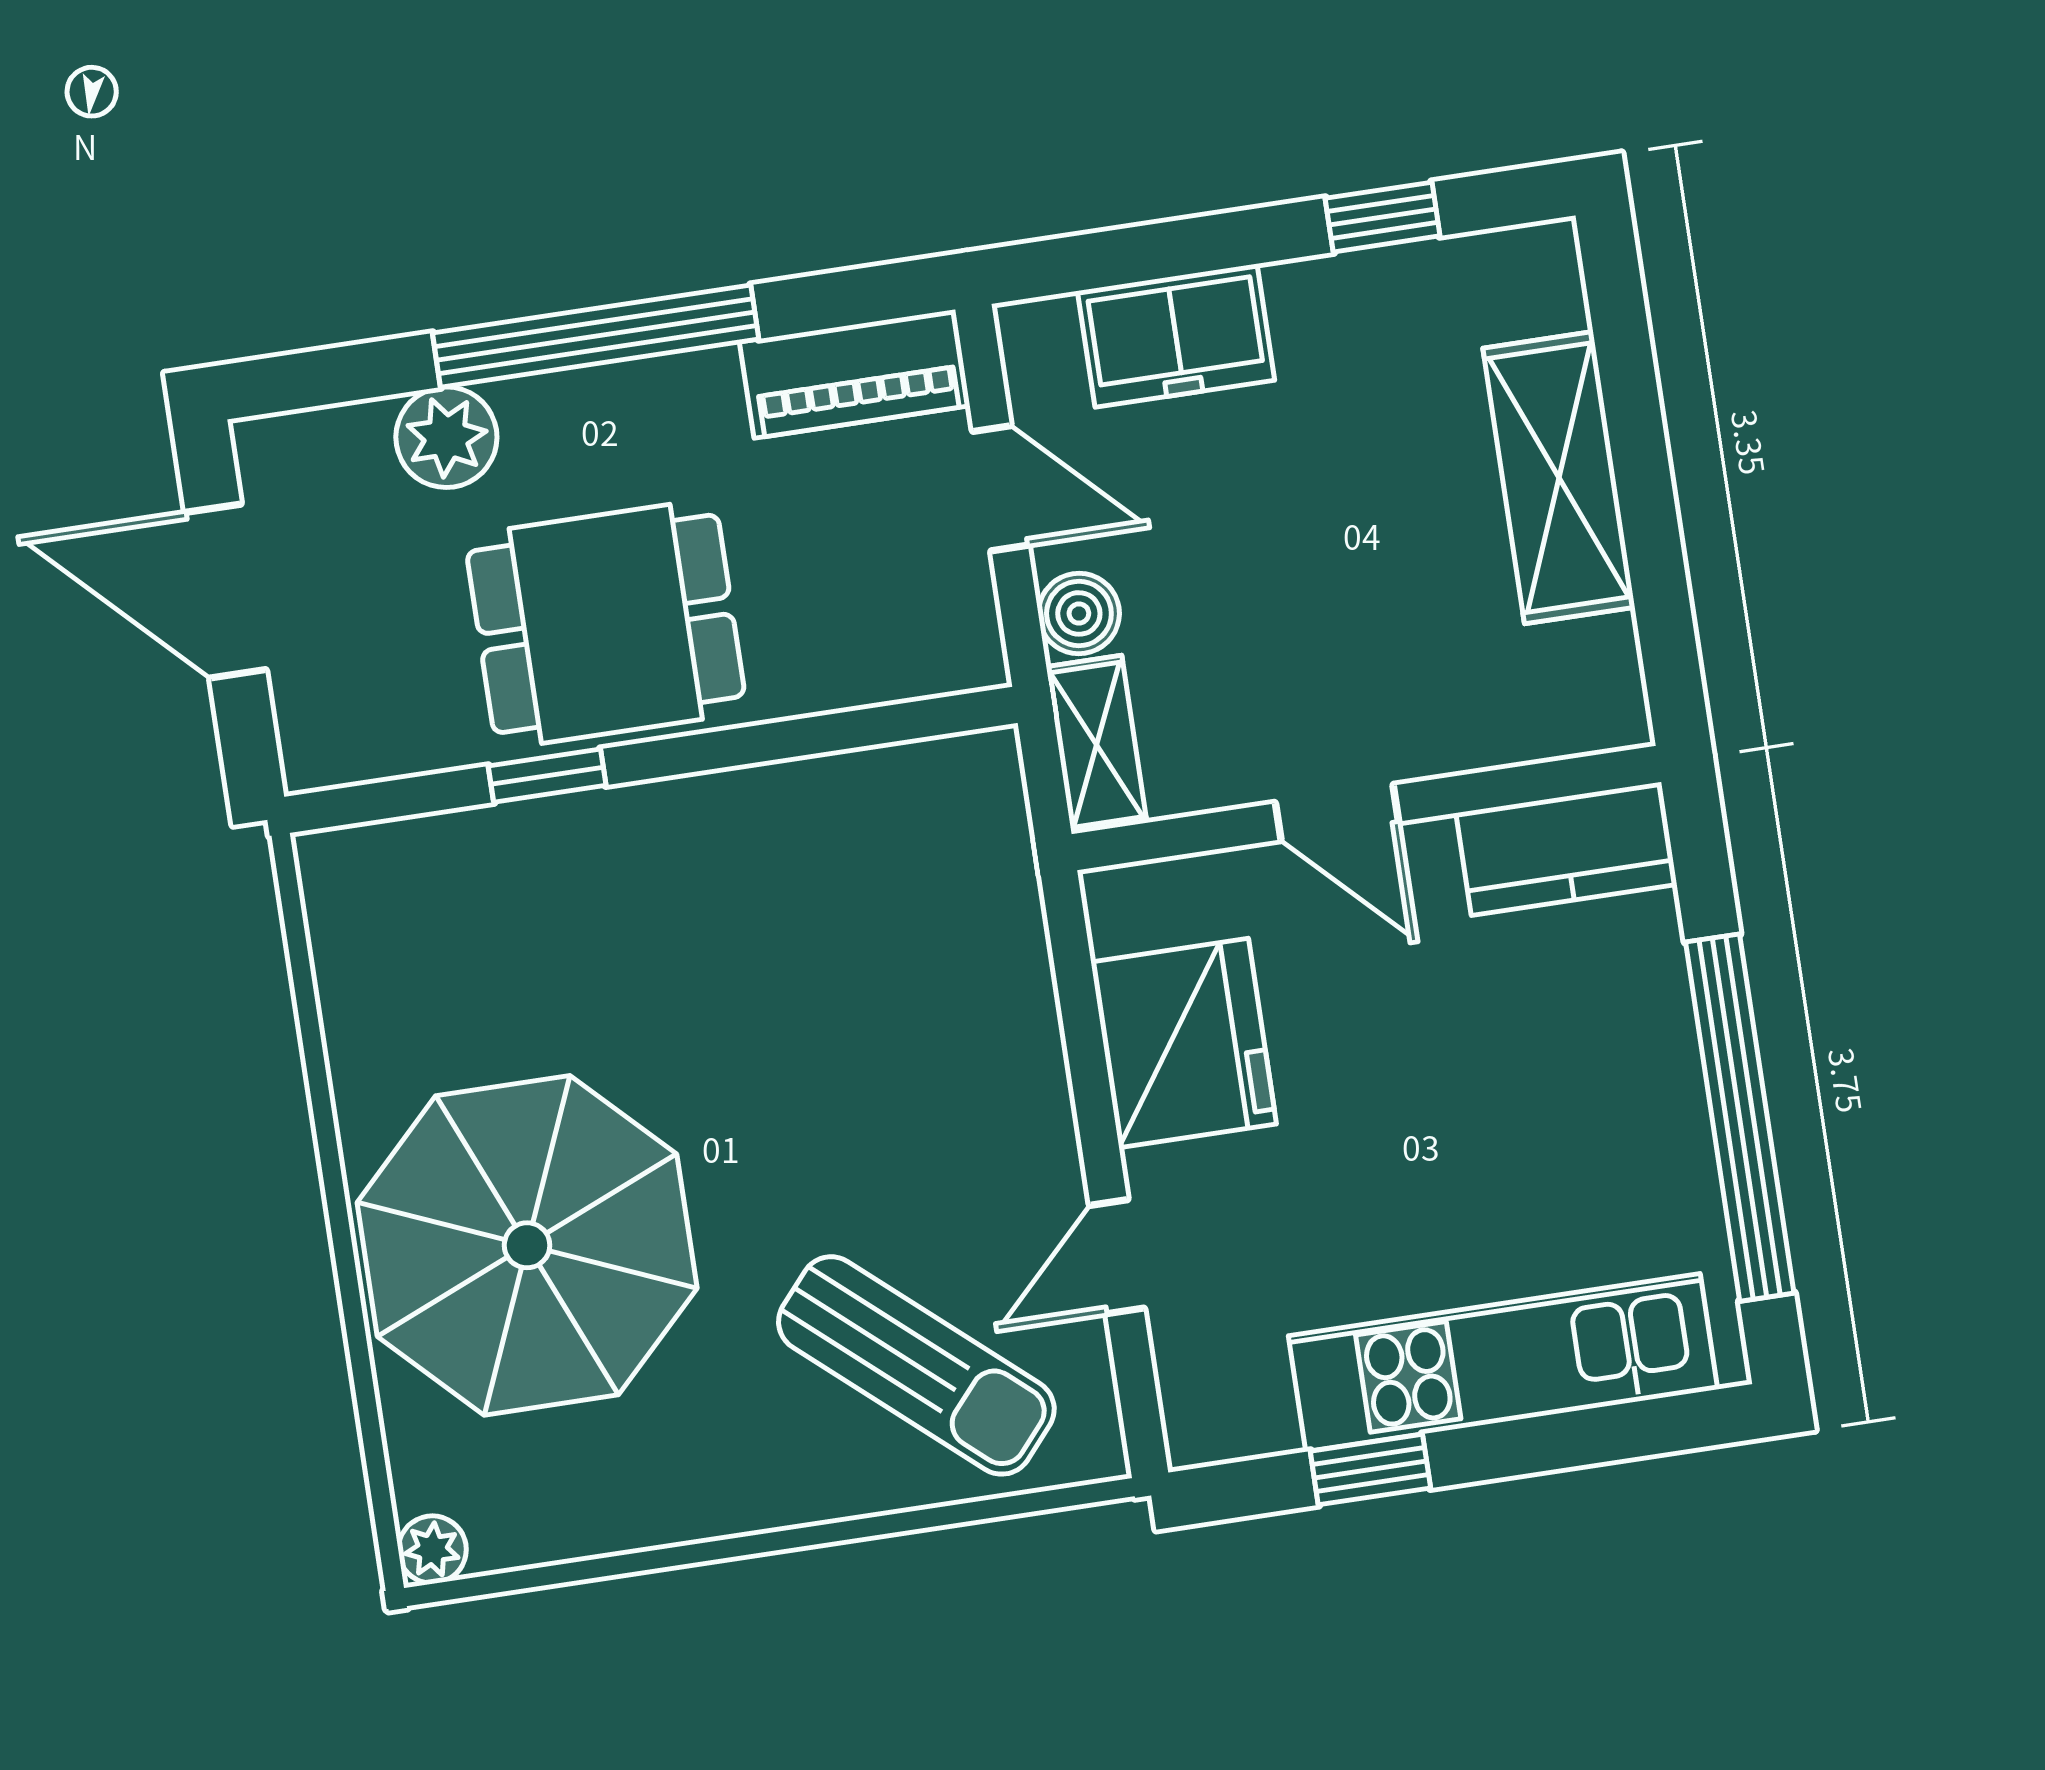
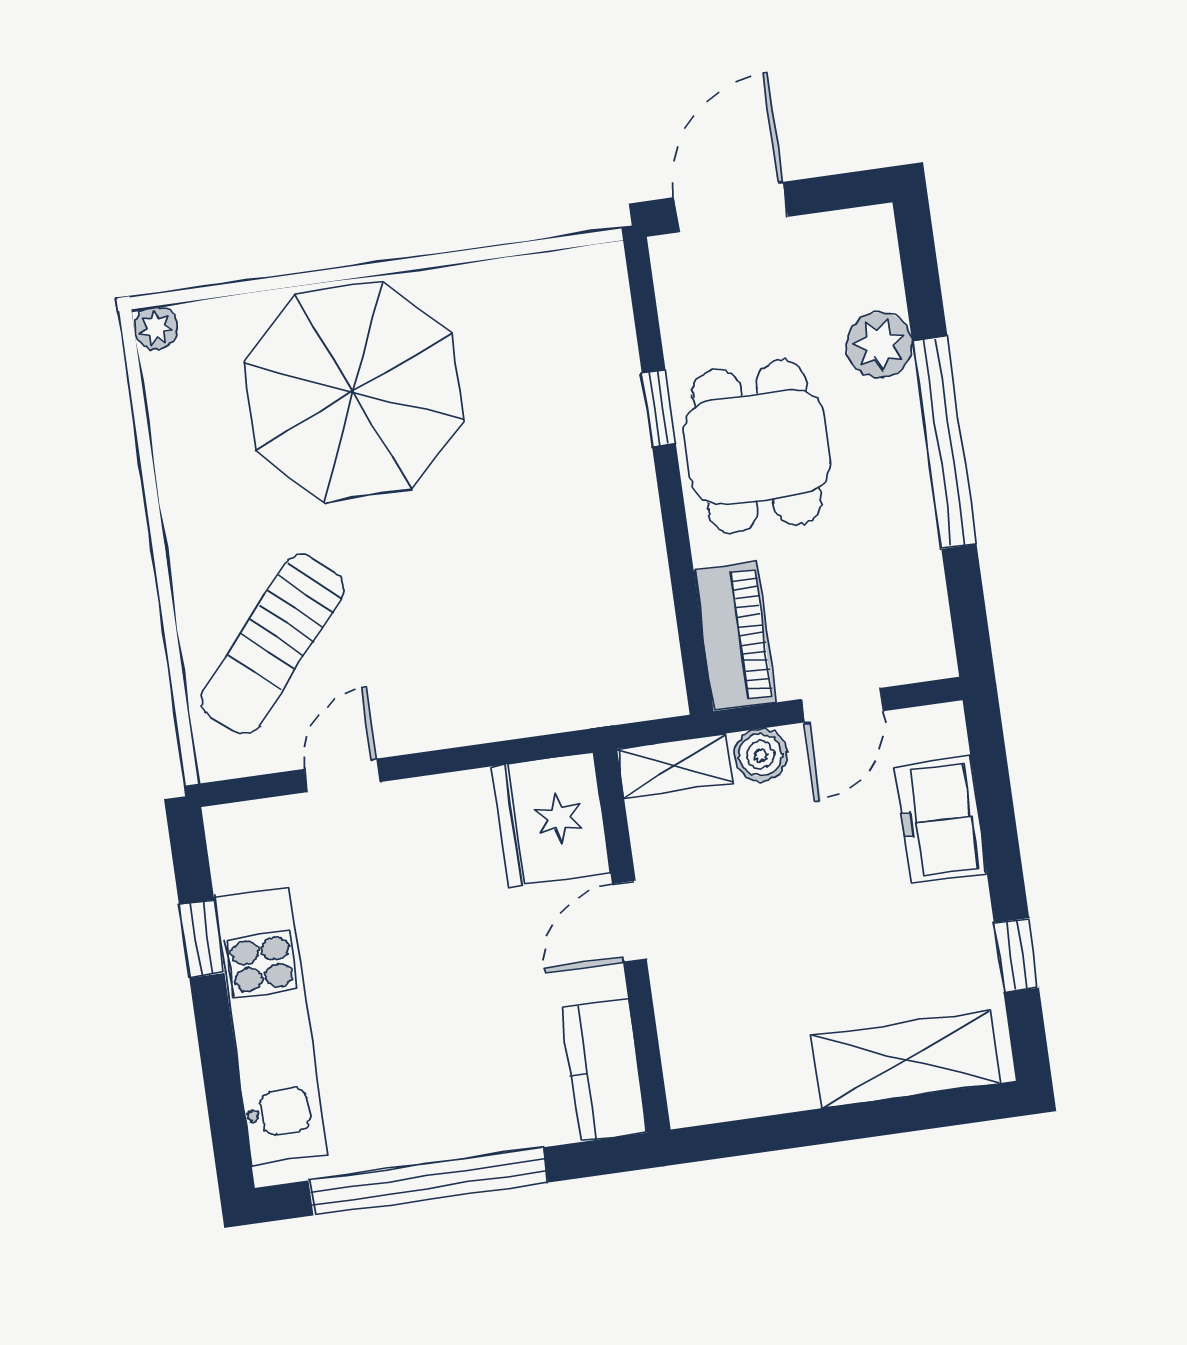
piano: (855, 374) -> (735, 637), moved, turned 180
shelving: (1559, 478) -> (906, 1060), moved
door: (225, 591) -> (731, 207), moved
fridge: (1184, 1043) -> (551, 820), moved, turned 90
door: (1117, 1257) -> (342, 775), hinge flipped

